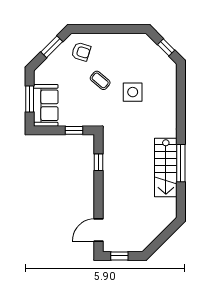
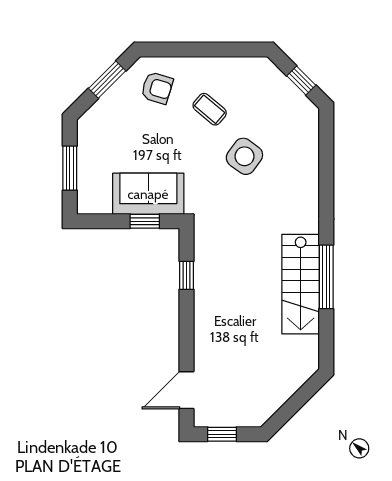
coffee table: (100, 80) -> (210, 109), moved
side table: (133, 92) -> (244, 156), turned 36
sofa: (46, 105) -> (148, 194), moved, turned -90

